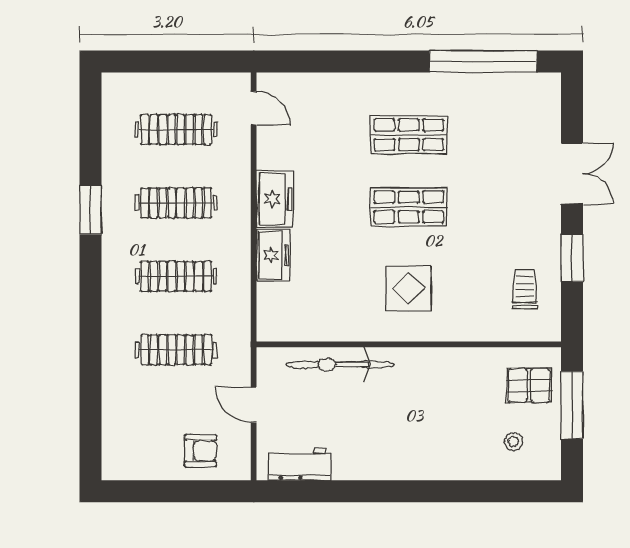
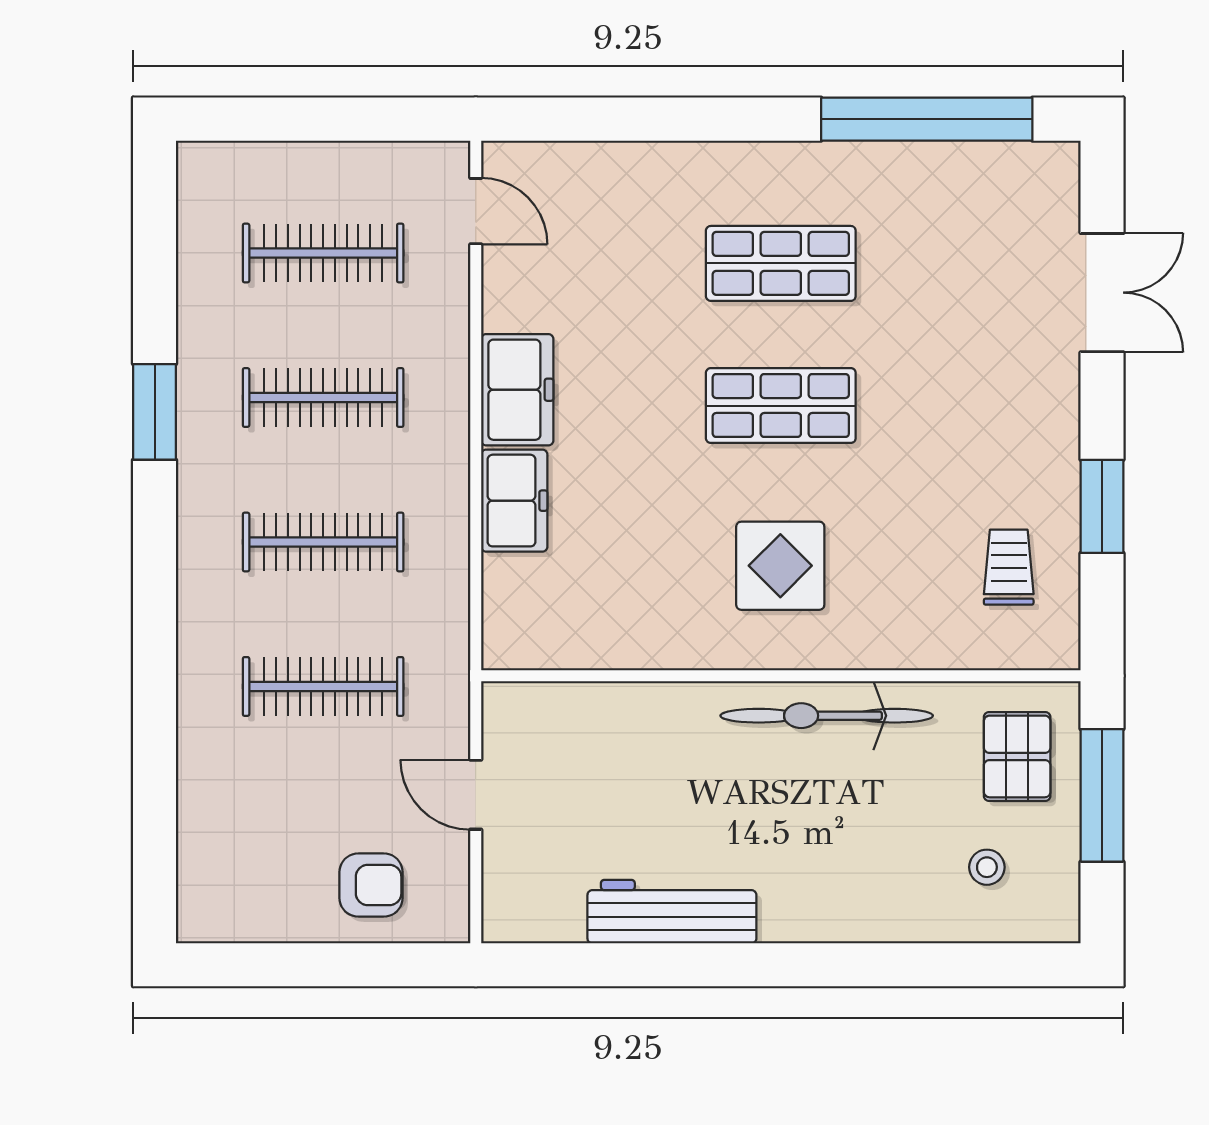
double door: (572, 174) -> (1102, 293), moved
bicycle: (340, 365) -> (827, 716), moved
pallet: (529, 385) -> (1017, 756), turned 90
workbench: (300, 464) -> (672, 912), moved, width x1.38

